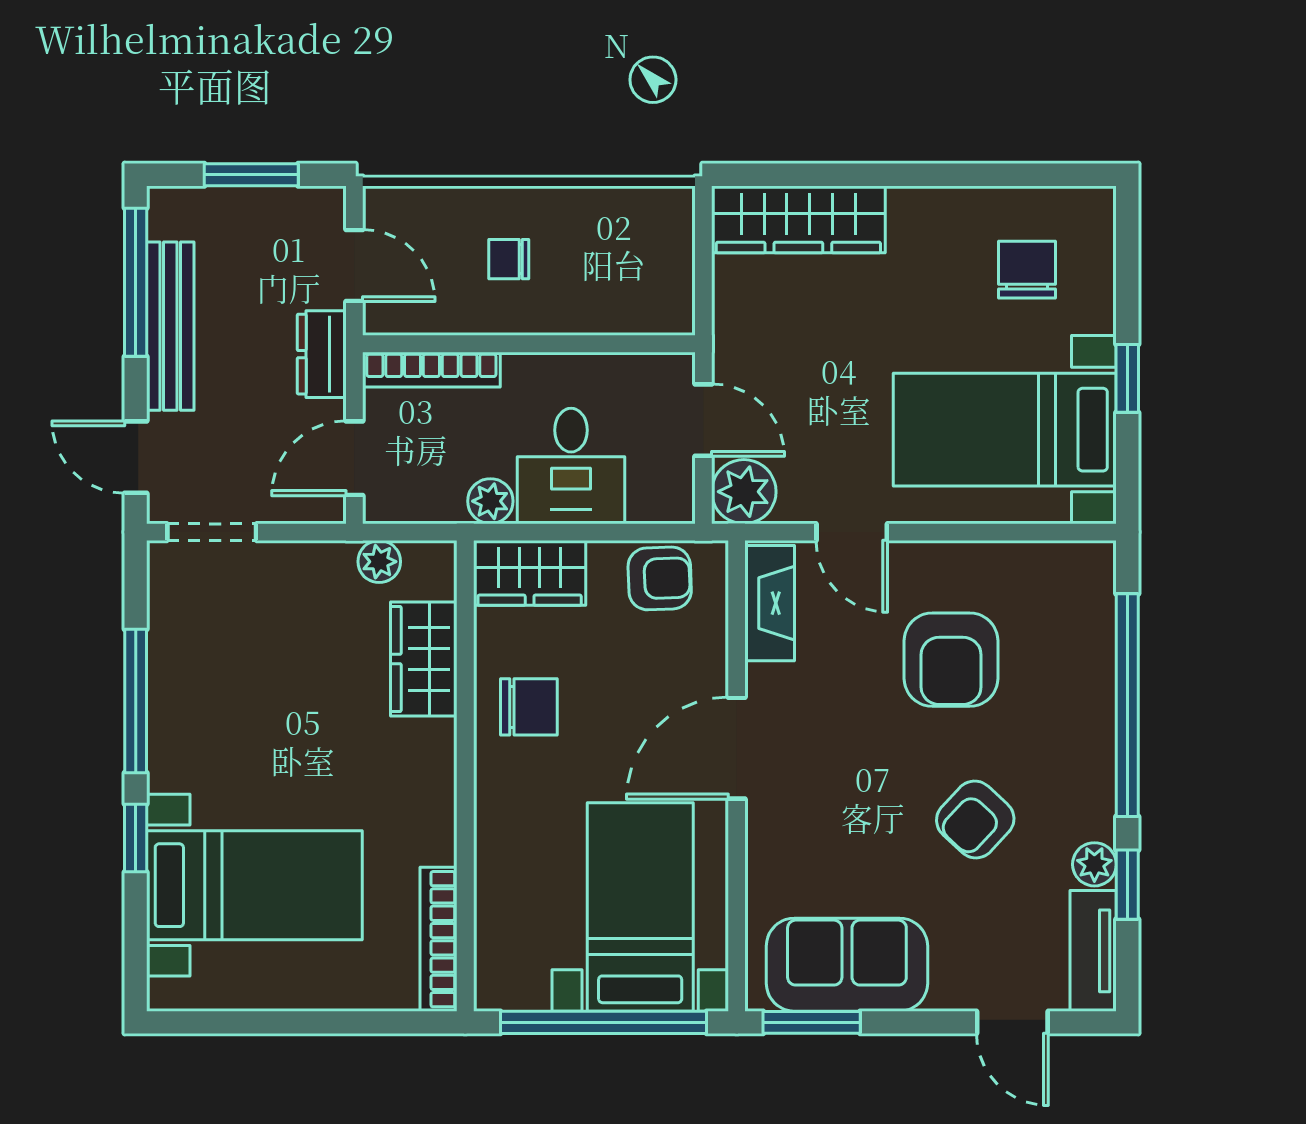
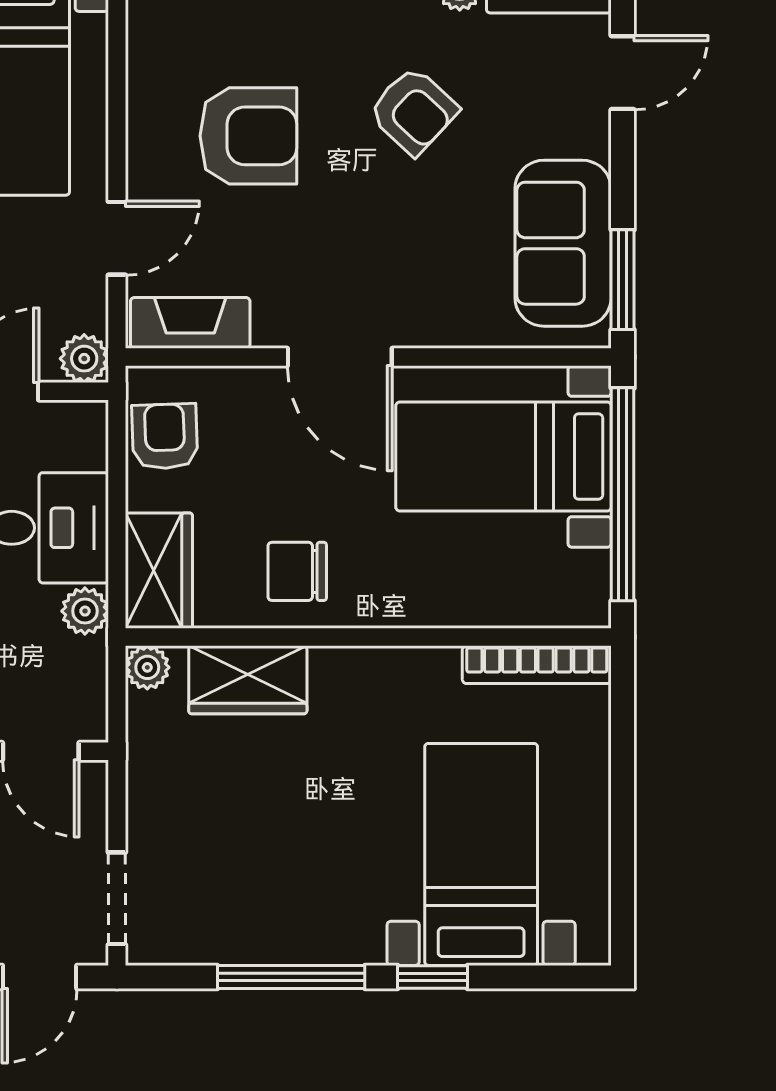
plant: (744, 492) -> (84, 359), width x0.73, depth x0.73
plant: (379, 562) -> (147, 667), moved
chair: (529, 707) -> (297, 571), turned -90

